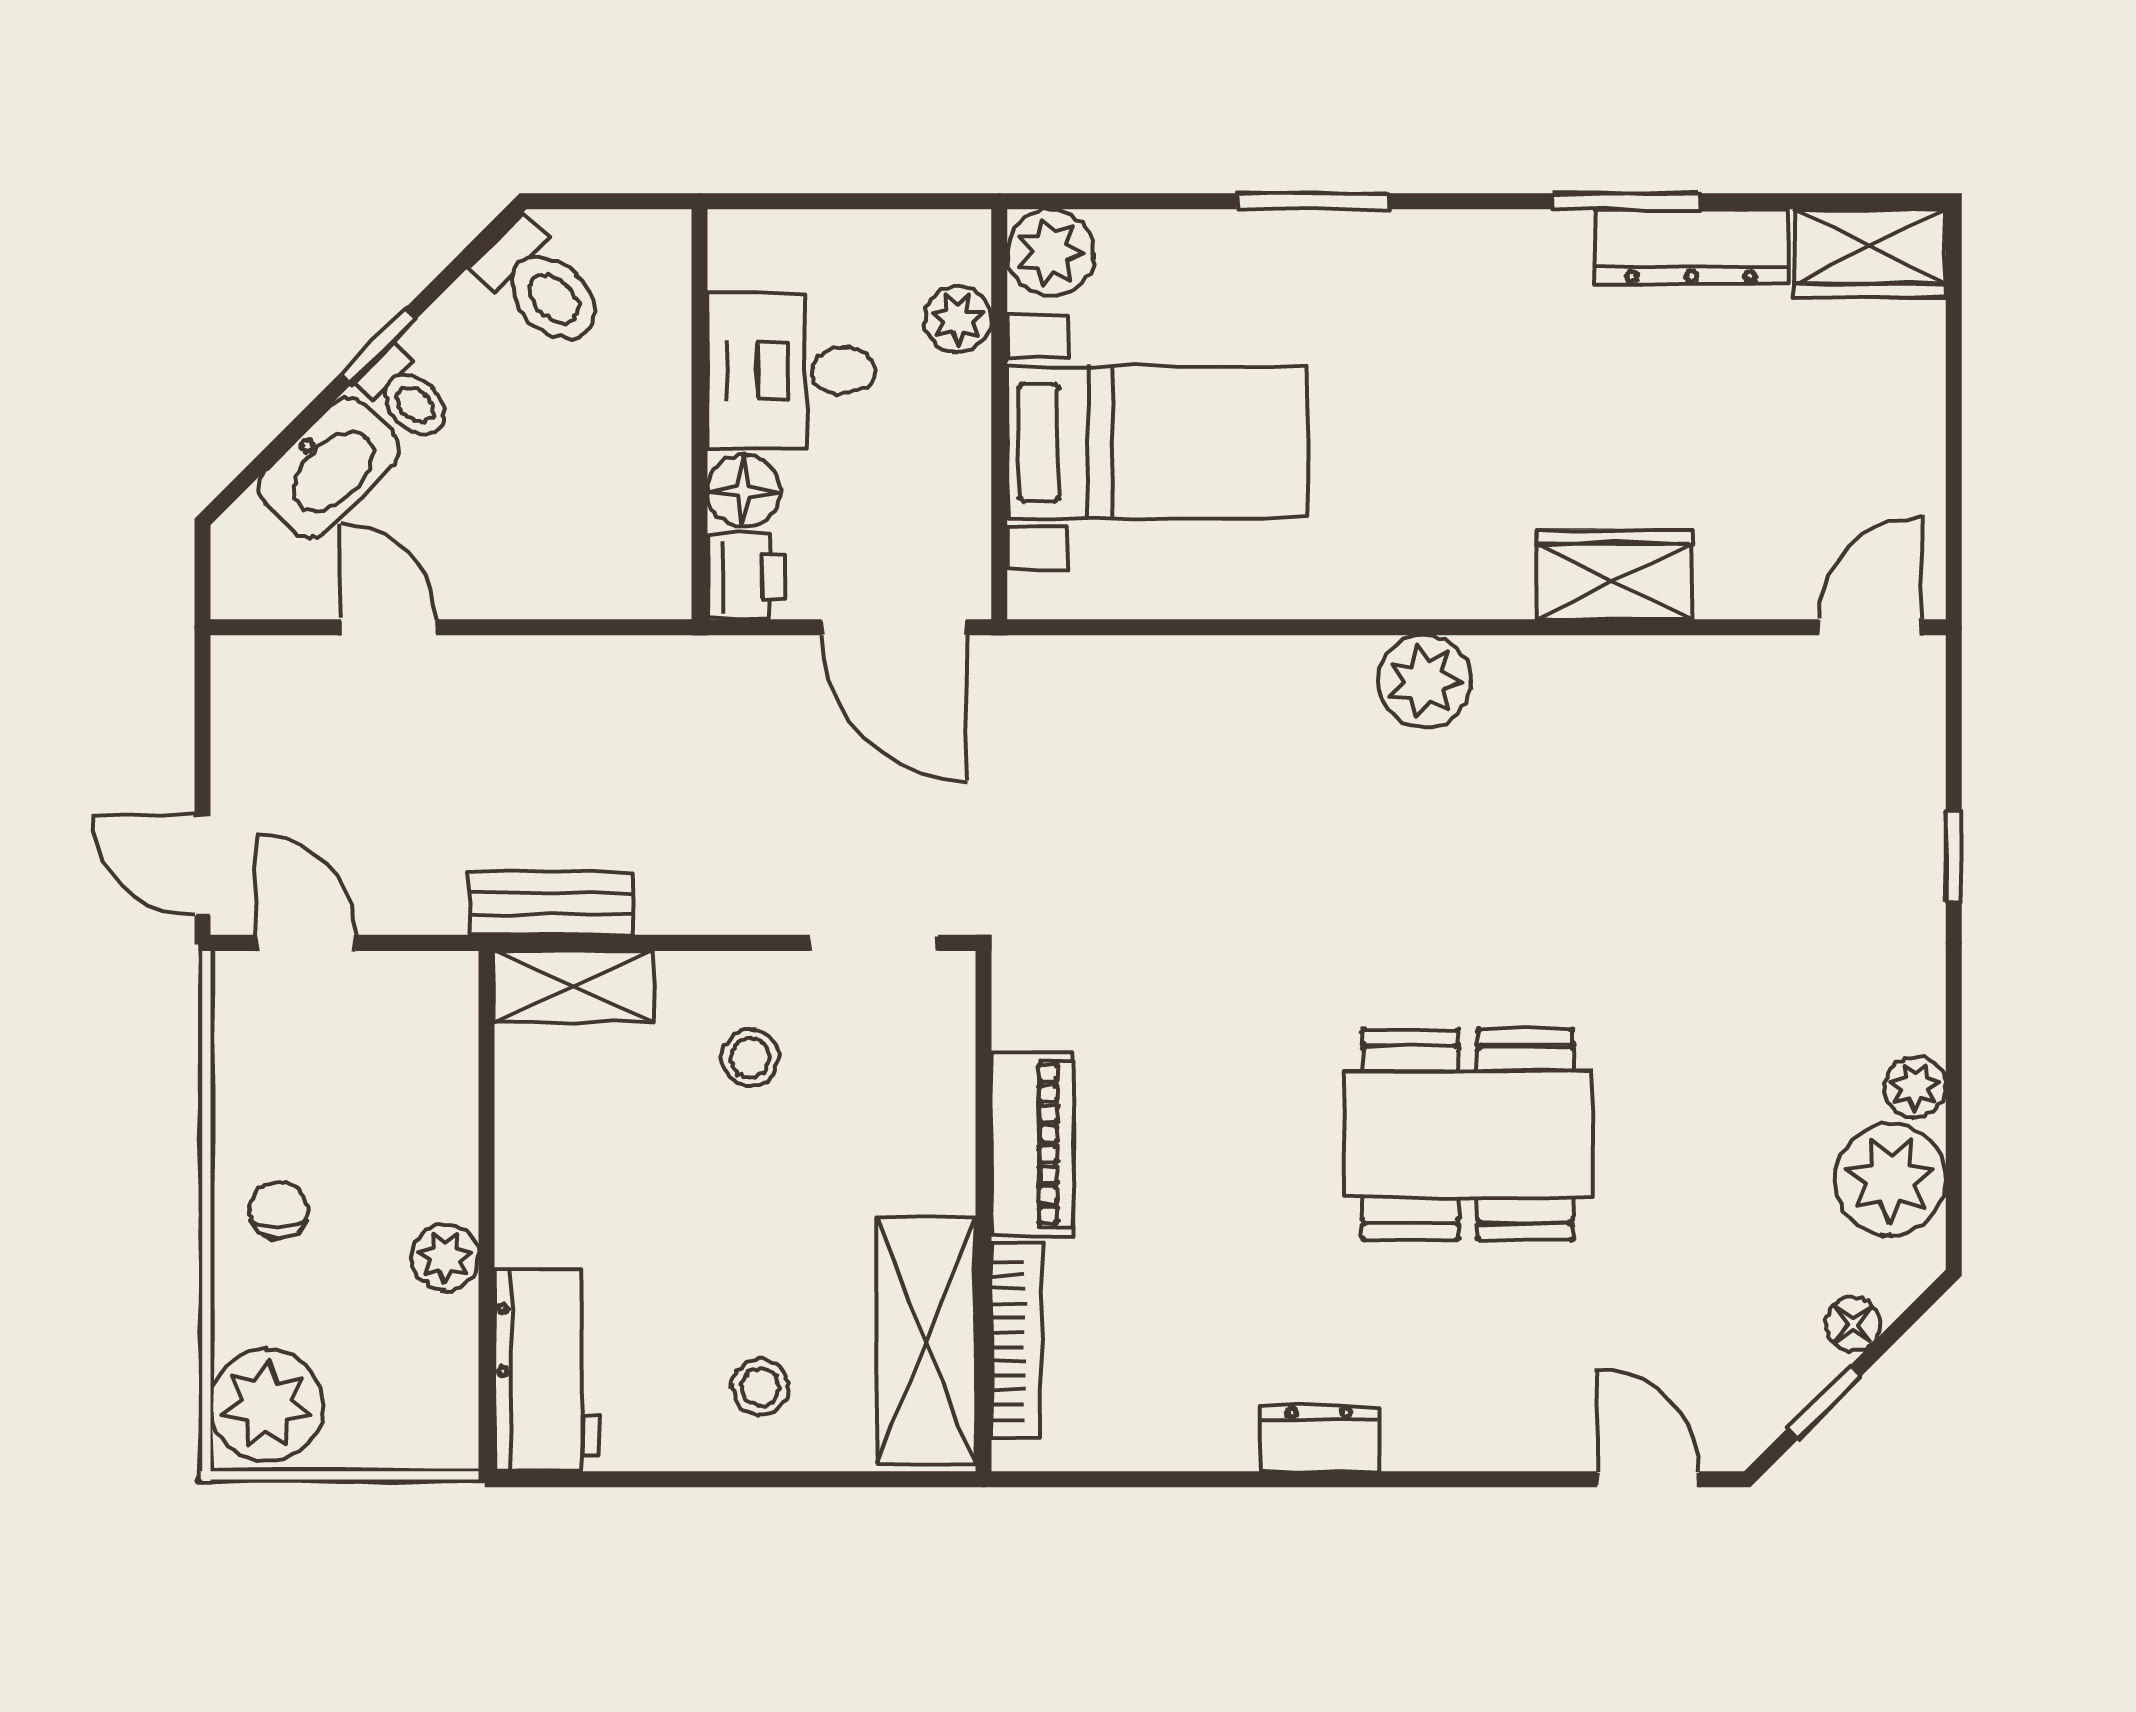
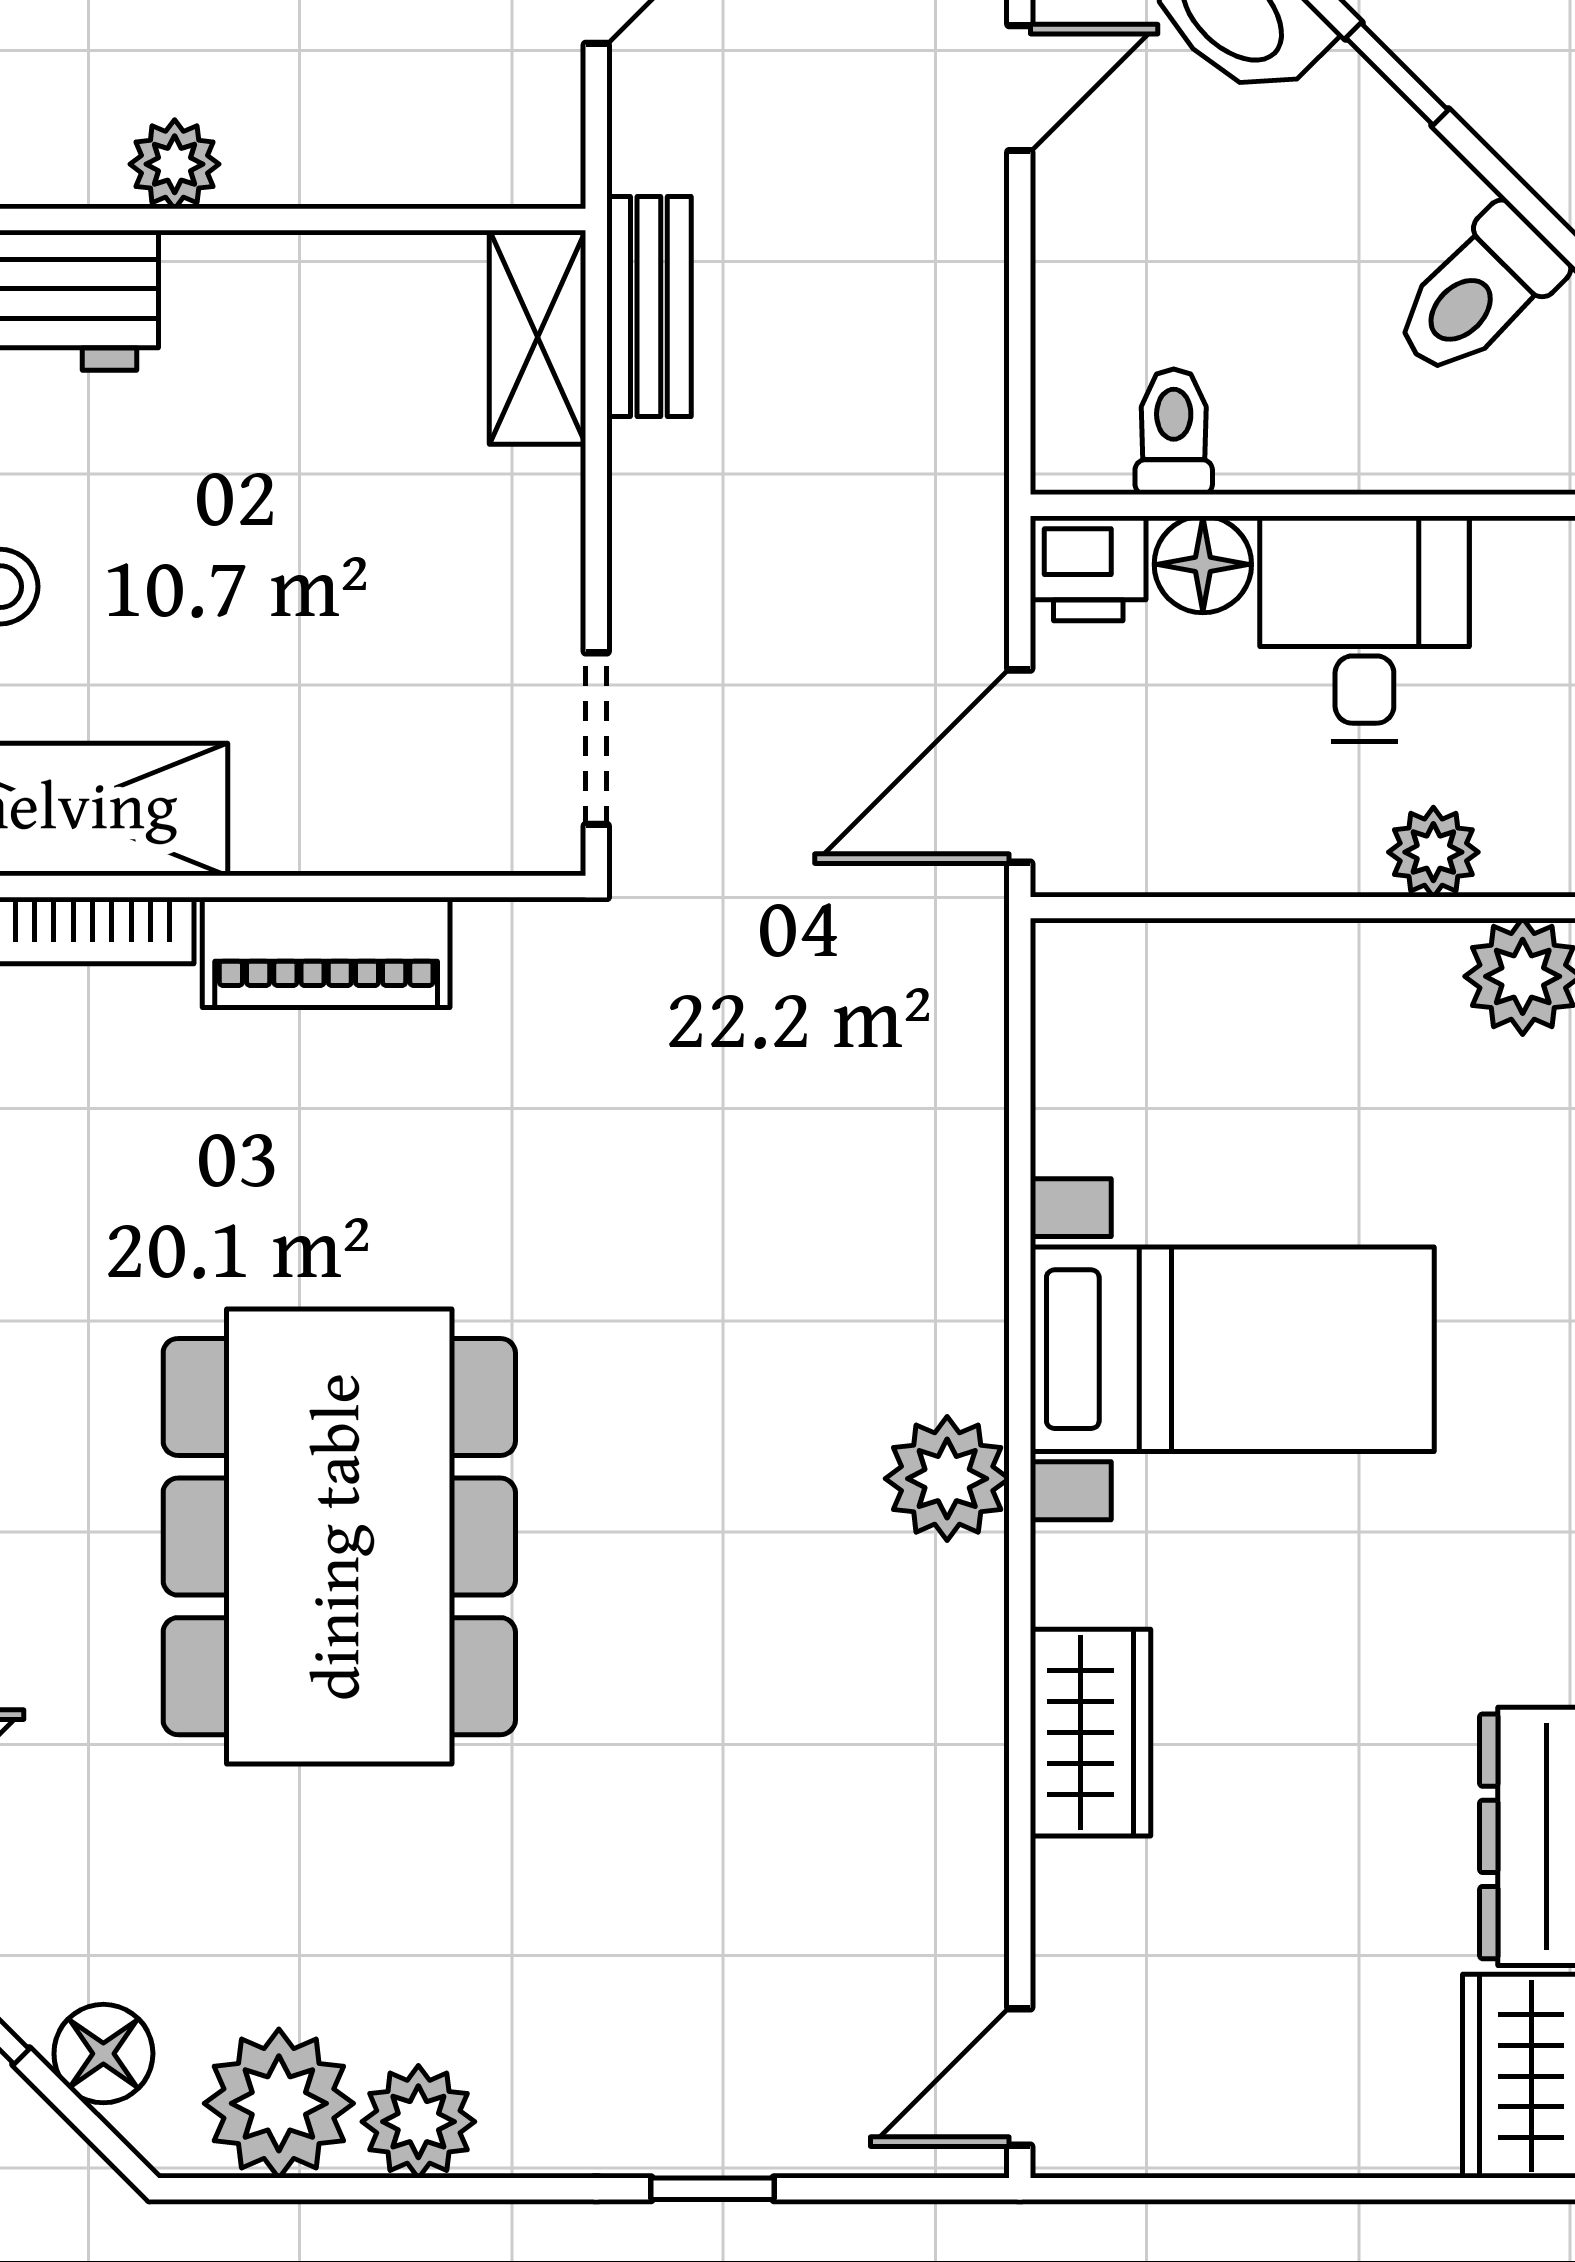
toilet: (406, 396) -> (1174, 432), moved, turned 135
bed with nightstands: (1158, 442) -> (1232, 1349), moved, turned -90
door: (1871, 627) -> (1020, 2077), swing flipped
stool: (750, 1057) -> (443, 573), removed
plant: (1915, 1087) -> (418, 2122), width x1.38, depth x1.38
dining table: (1468, 1134) -> (339, 1537), width x1.36, depth x1.24
floor lamp: (1853, 1324) -> (103, 2054), width x1.37, depth x1.37

